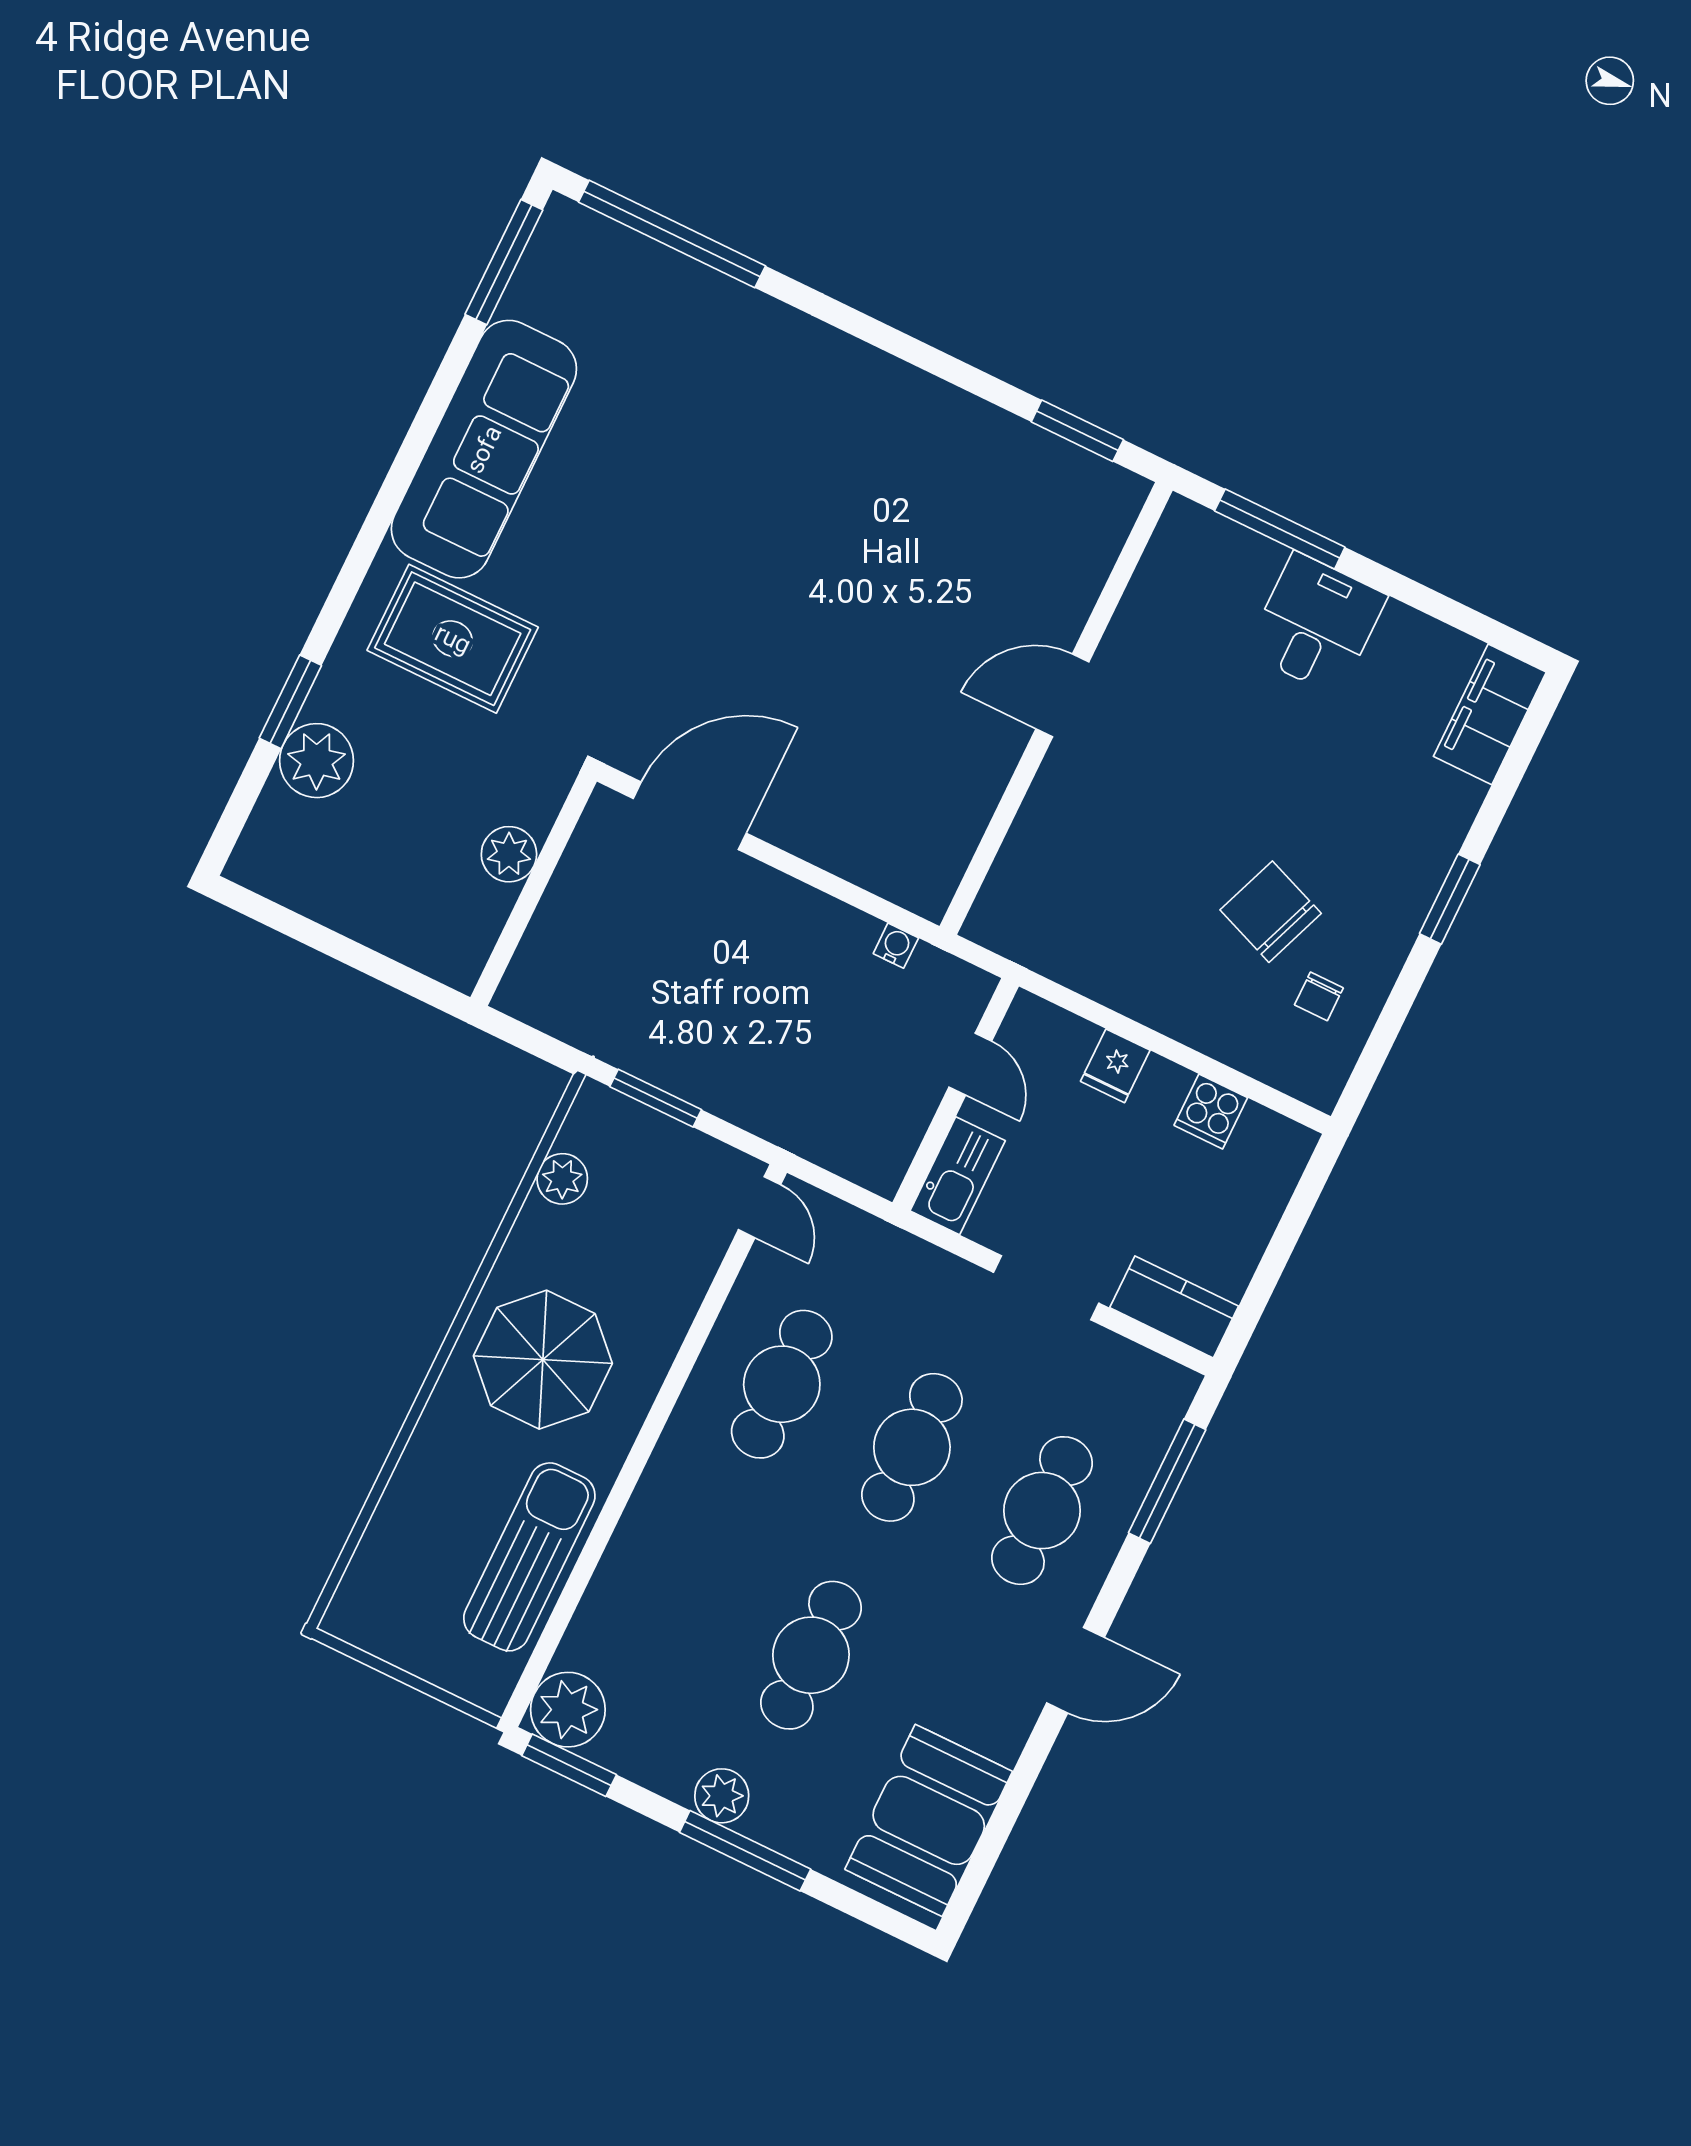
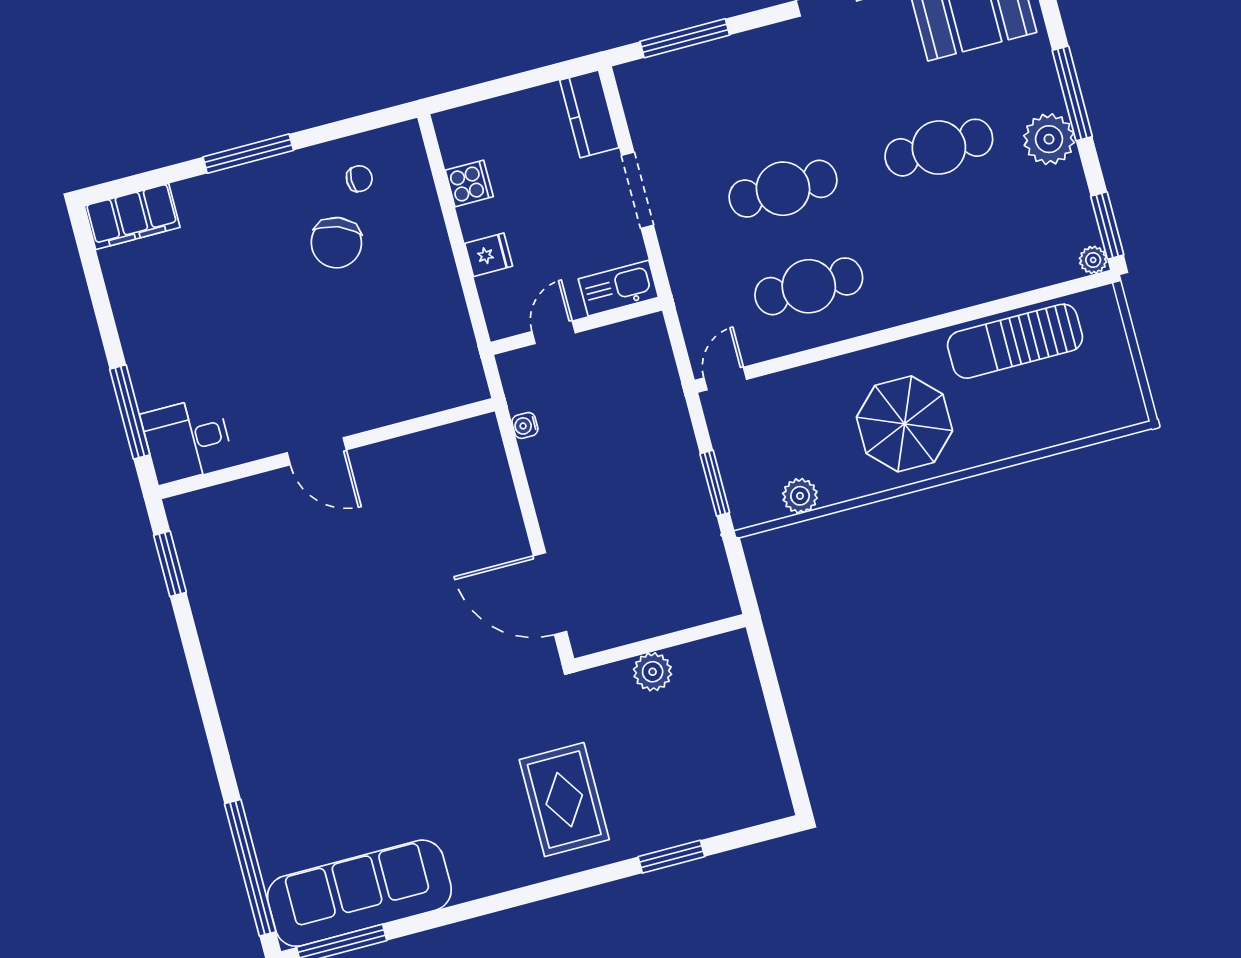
sofa: (484, 449) -> (359, 893), moved
desk: (1316, 624) -> (187, 440), moved
plant: (317, 761) -> (691, 816), removed
window: (1450, 899) -> (248, 154), width x1.44
cafe table: (1042, 1511) -> (757, 91), removed
plant: (568, 1710) -> (1093, 260), width x0.53, depth x0.53
plant: (722, 1796) -> (1049, 139), width x1.36, depth x1.36

